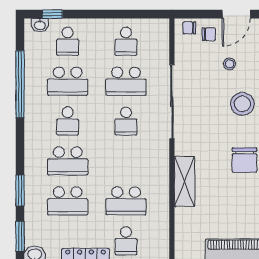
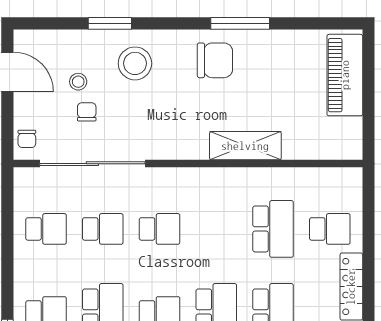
chair: (209, 34) -> (87, 112), moved
school desk: (126, 81) -> (103, 229), width x0.54
sliding door: (172, 102) -> (92, 164), moved

